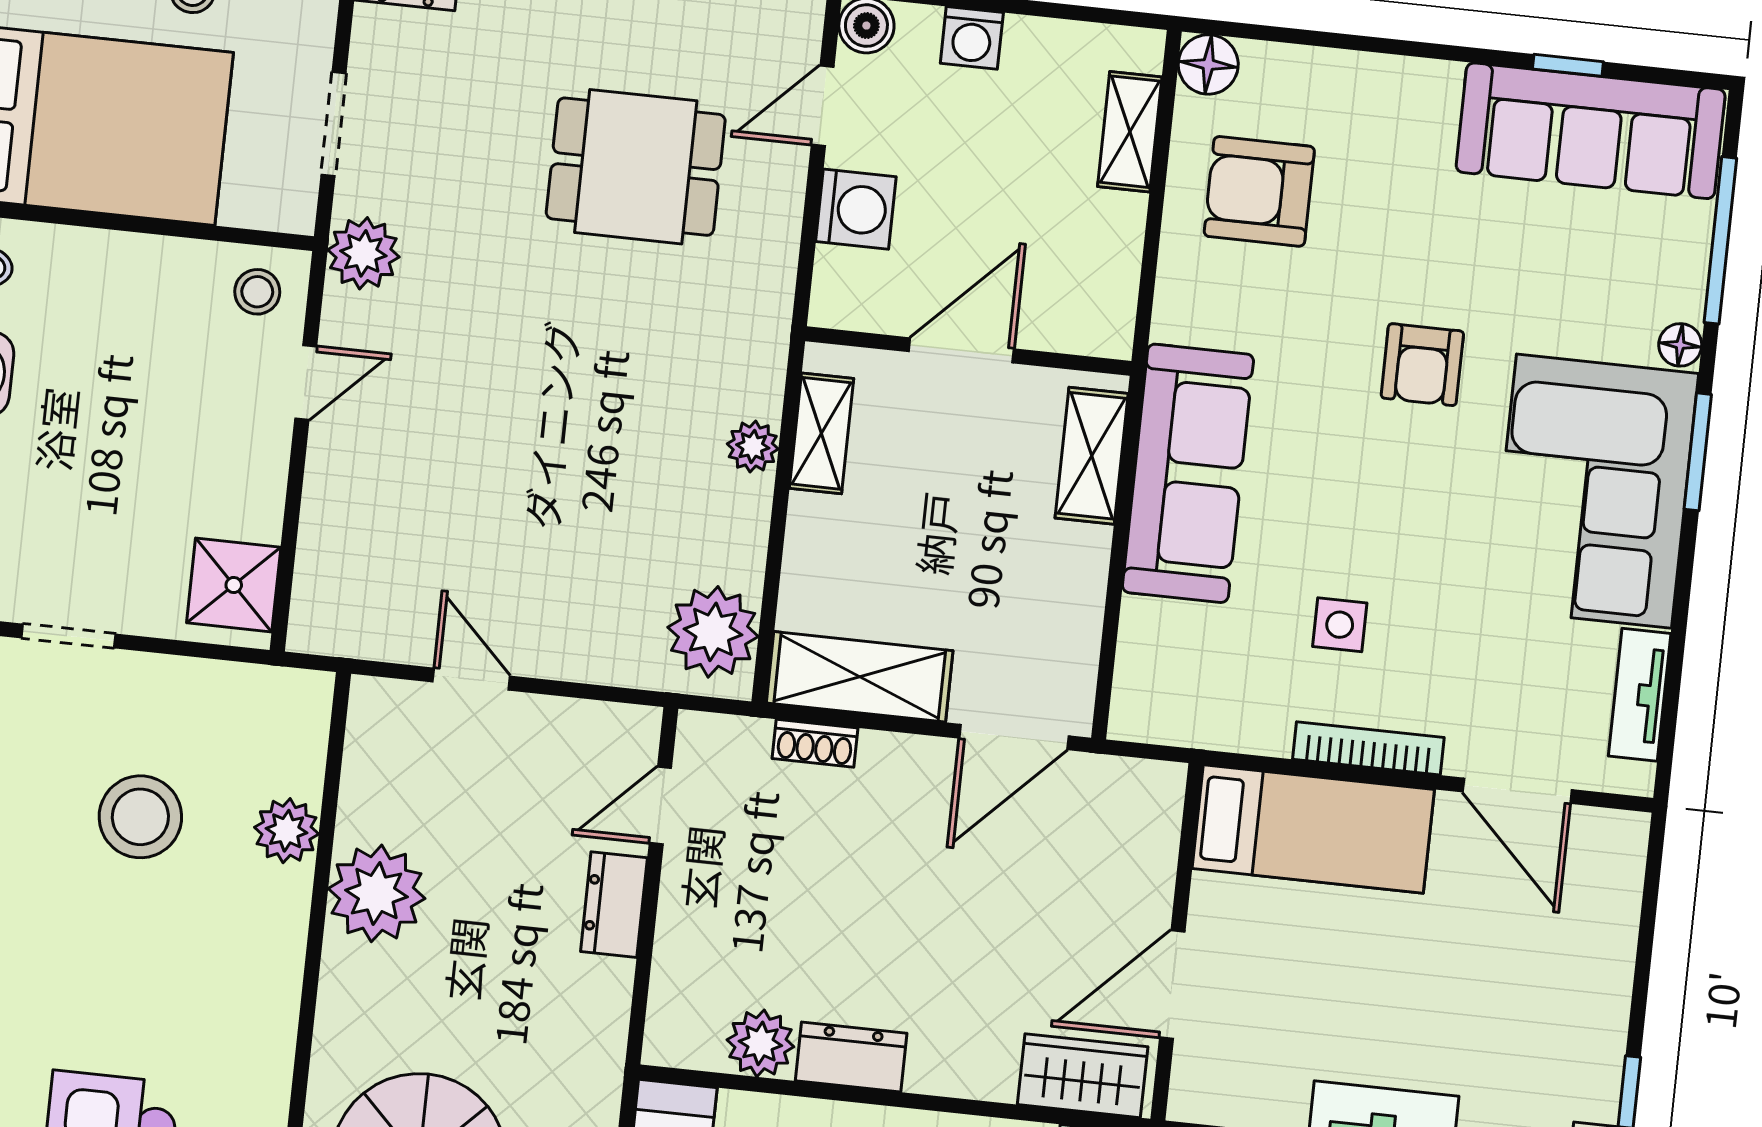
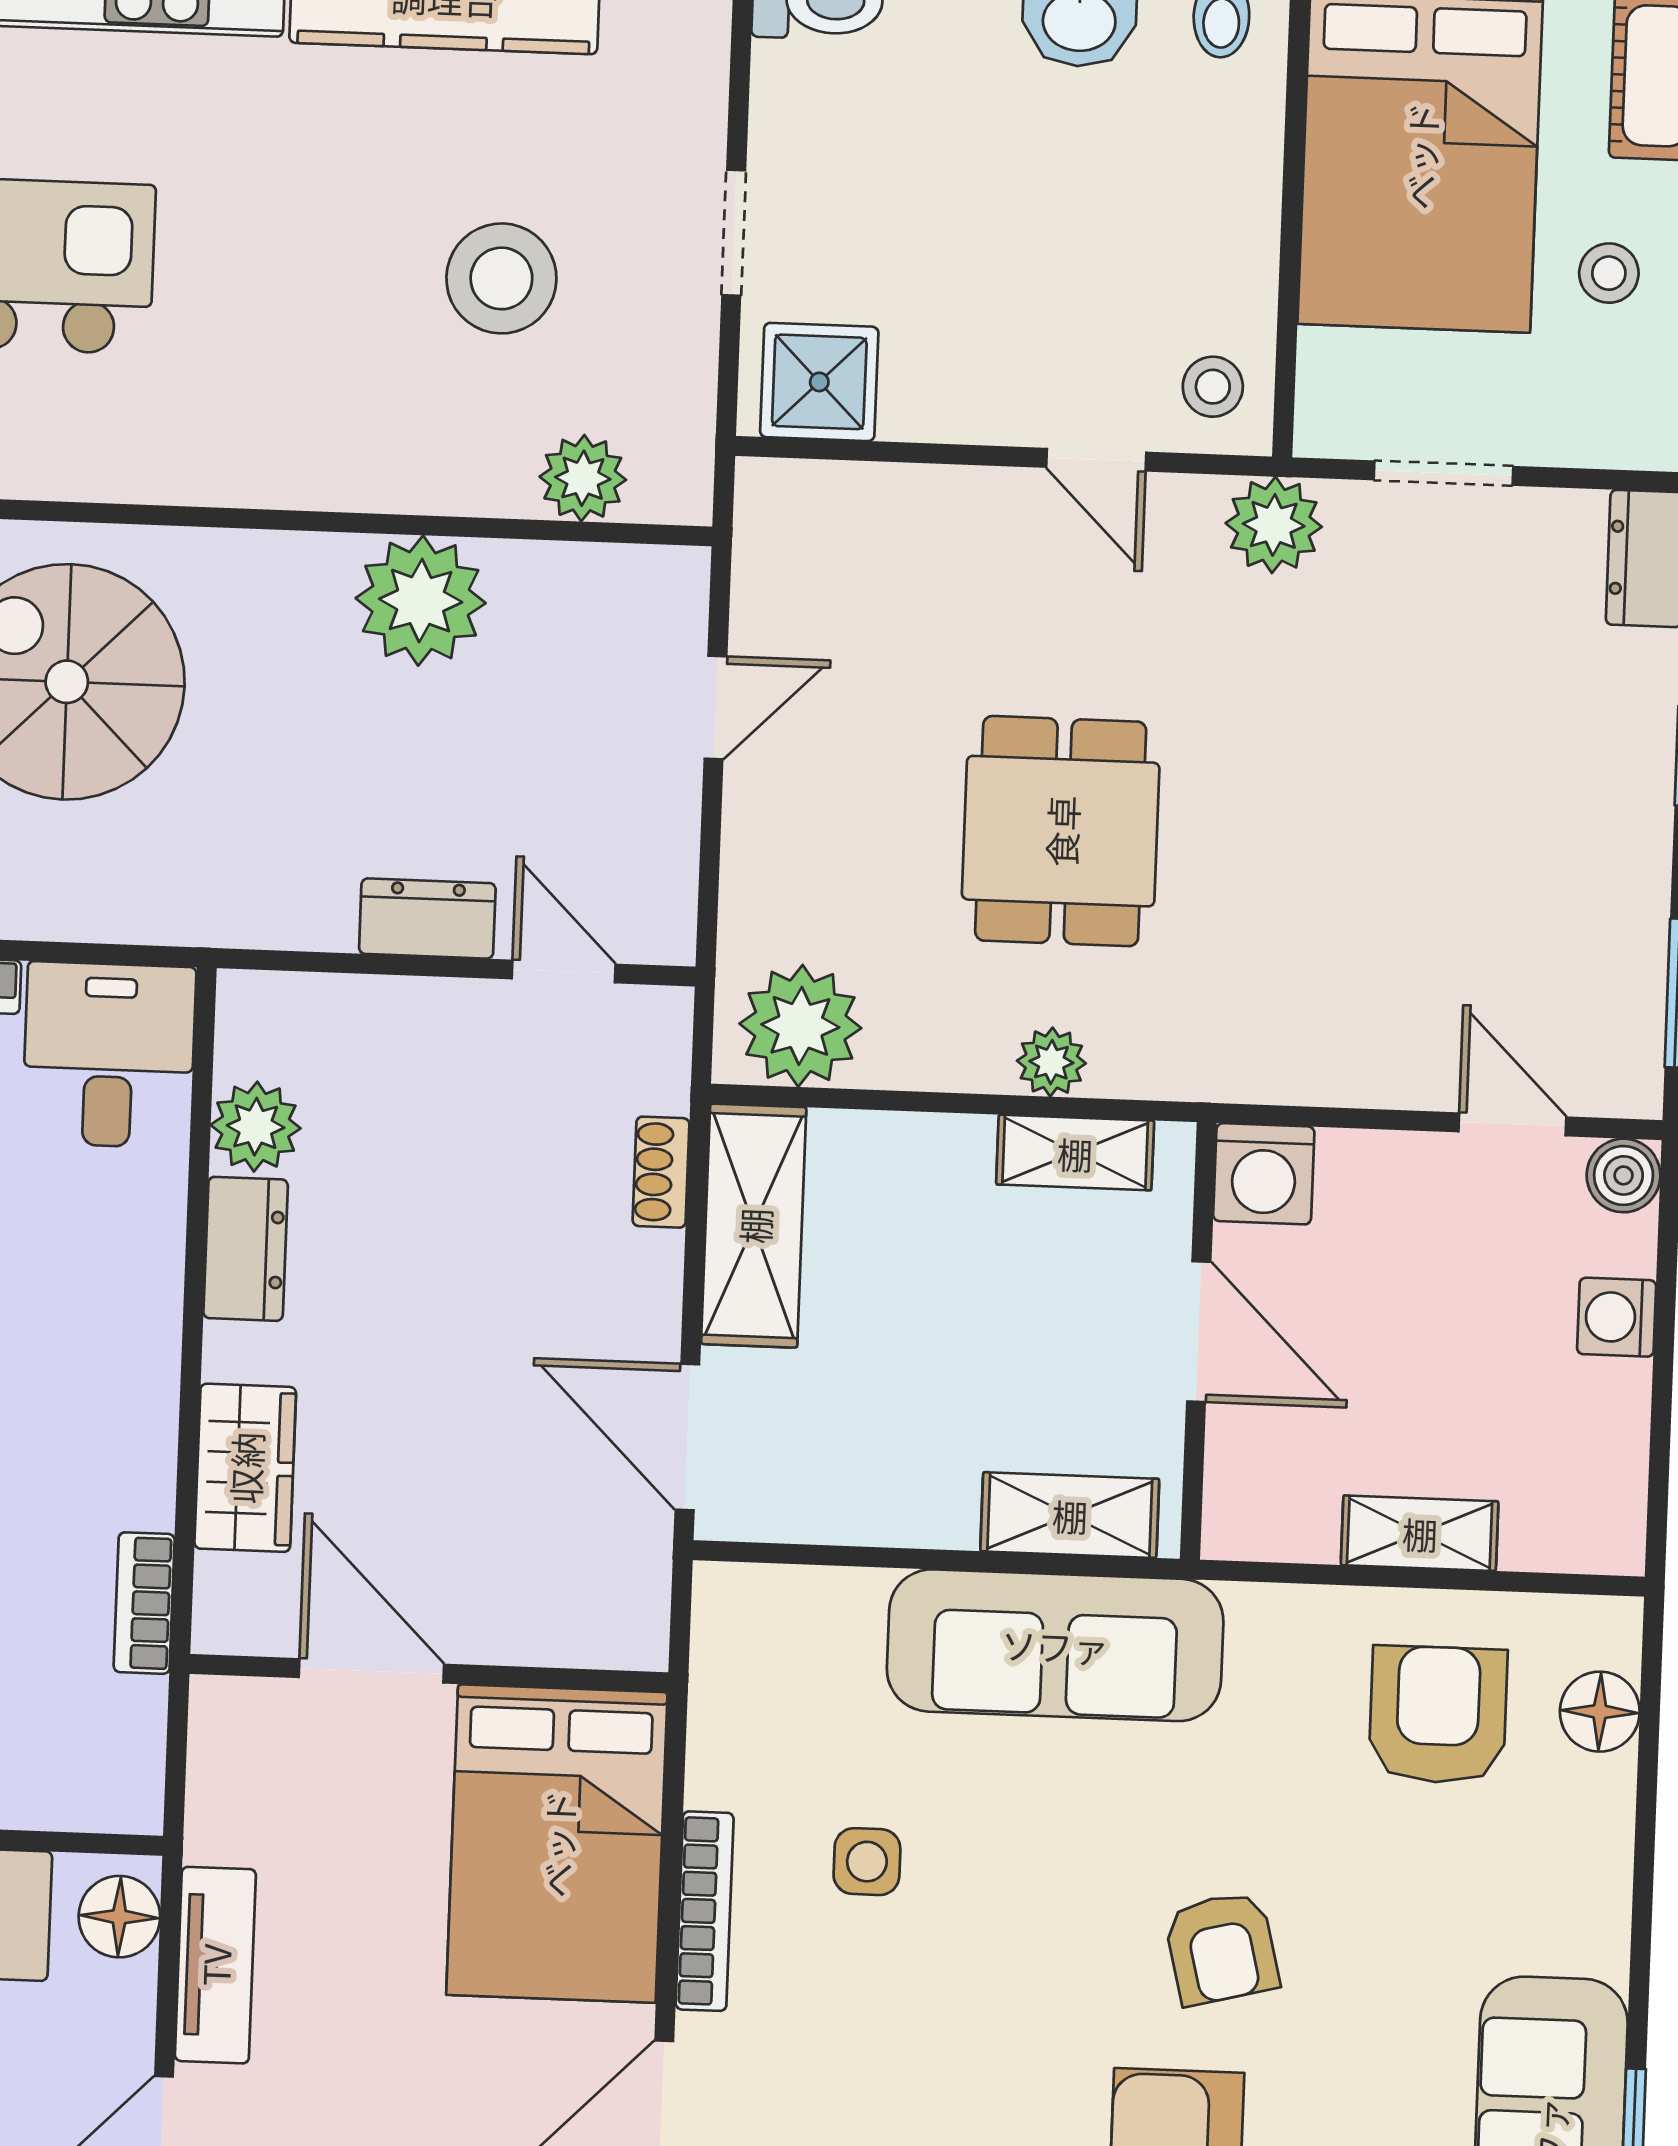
floor lamp: (1208, 64) -> (1600, 1712), moved
shelving: (1130, 132) -> (1420, 1533), moved
dining table: (636, 167) -> (1061, 831), moved
washing machine: (856, 209) -> (1264, 1174), moved
armchair: (1422, 365) -> (1222, 1948), turned -104
doorway: (69, 636) -> (734, 233), moved
bed: (1313, 829) -> (557, 1844), width x1.50
plant: (287, 831) -> (583, 478), moved
wardrobe: (1083, 1076) -> (245, 1468), moved

